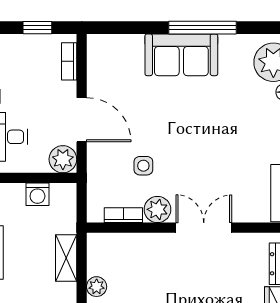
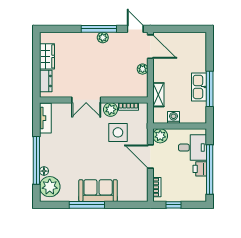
side table: (143, 166) -> (118, 132), width x1.87, depth x1.87
shelving: (66, 258) -> (158, 95), moved

